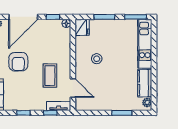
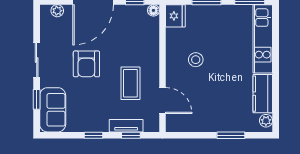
tv unit: (59, 106) -> (126, 126), moved

